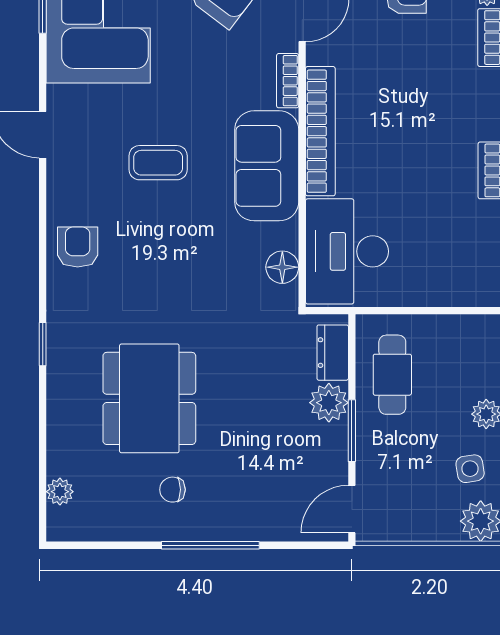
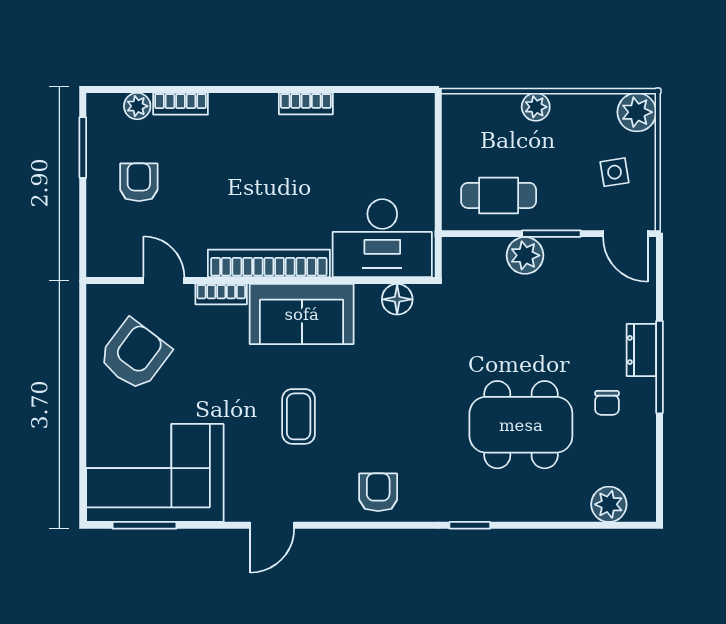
armchair: (78, 247) -> (378, 492), turned 90
dresser: (333, 353) -> (641, 350), moved, turned 90
side table: (470, 469) -> (615, 172), moved
plant: (60, 492) -> (609, 504), width x1.38, depth x1.38

